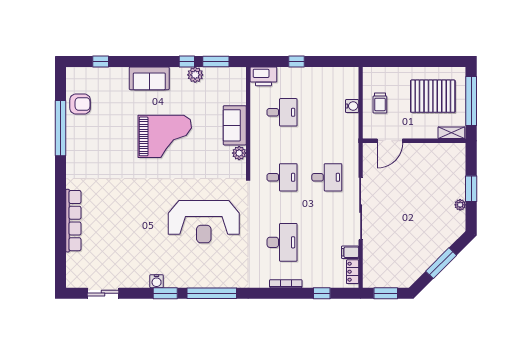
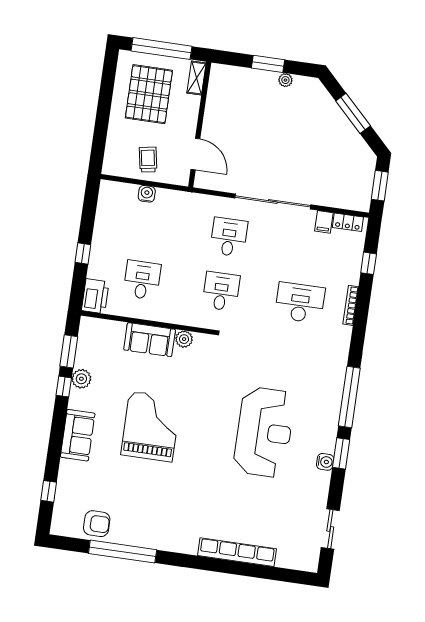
trolley: (380, 103) -> (148, 160), turned -100
armchair: (80, 104) -> (97, 524), turned 90
reception desk: (204, 222) -> (264, 432), moved

